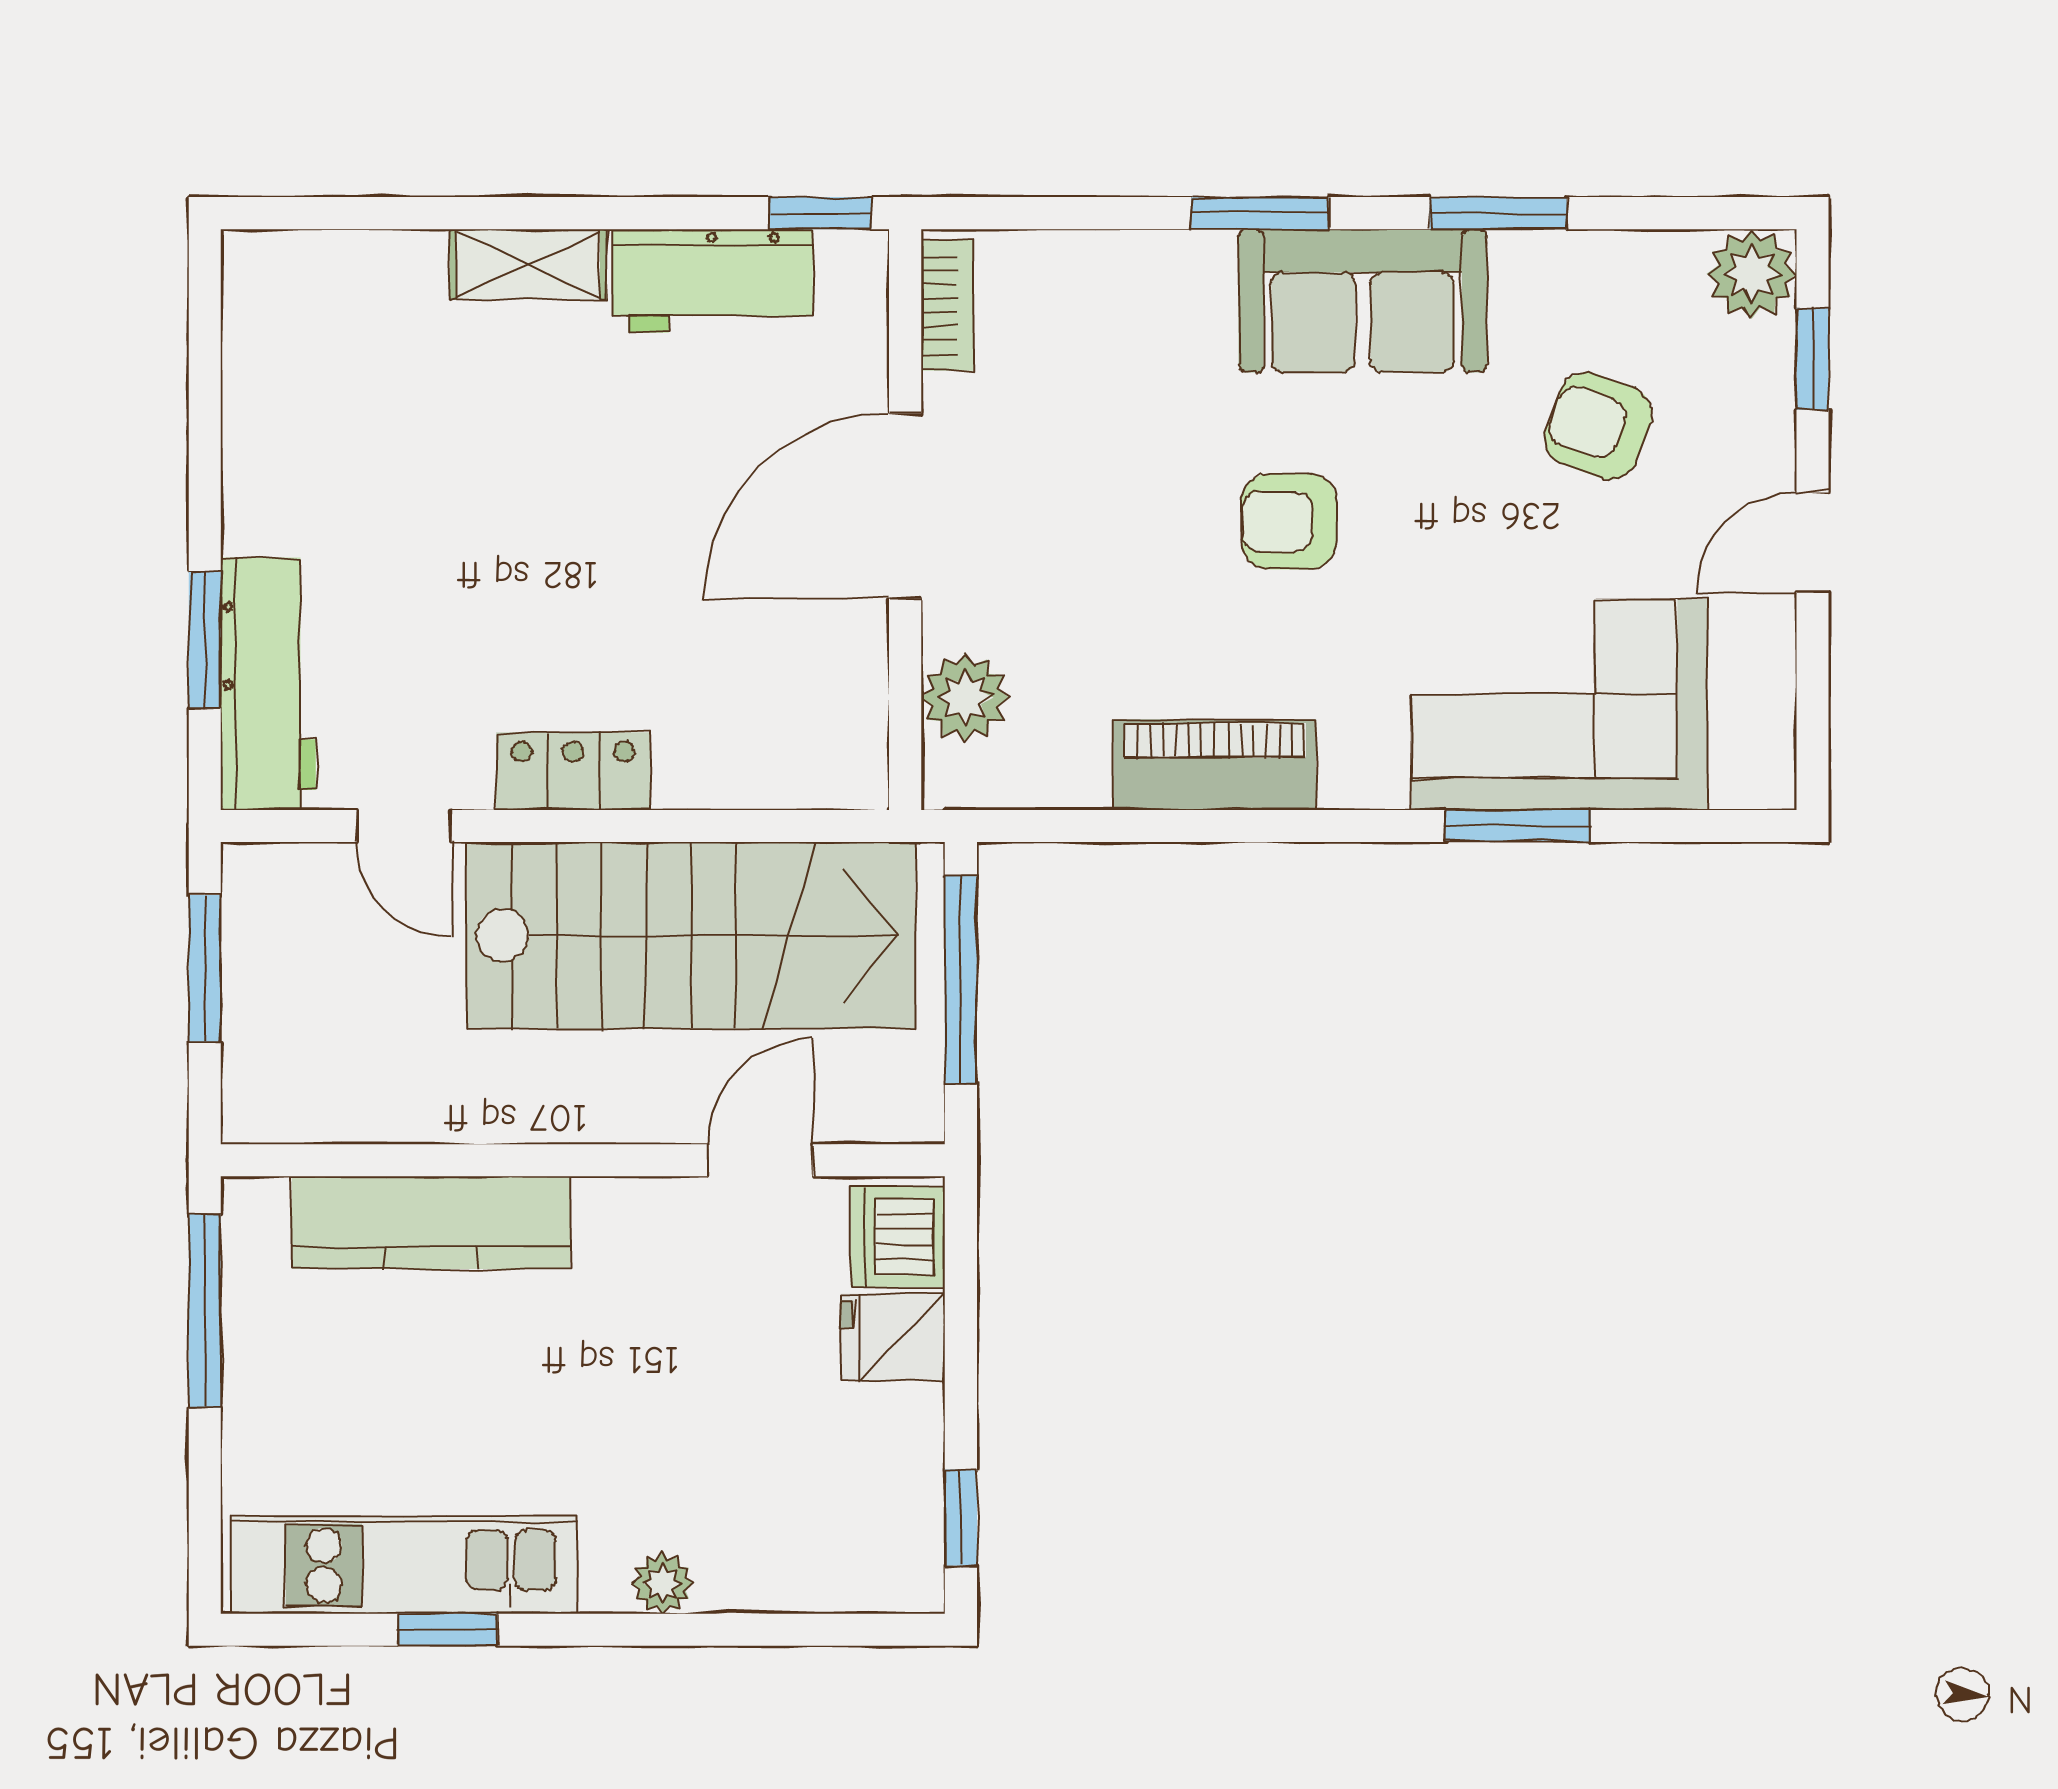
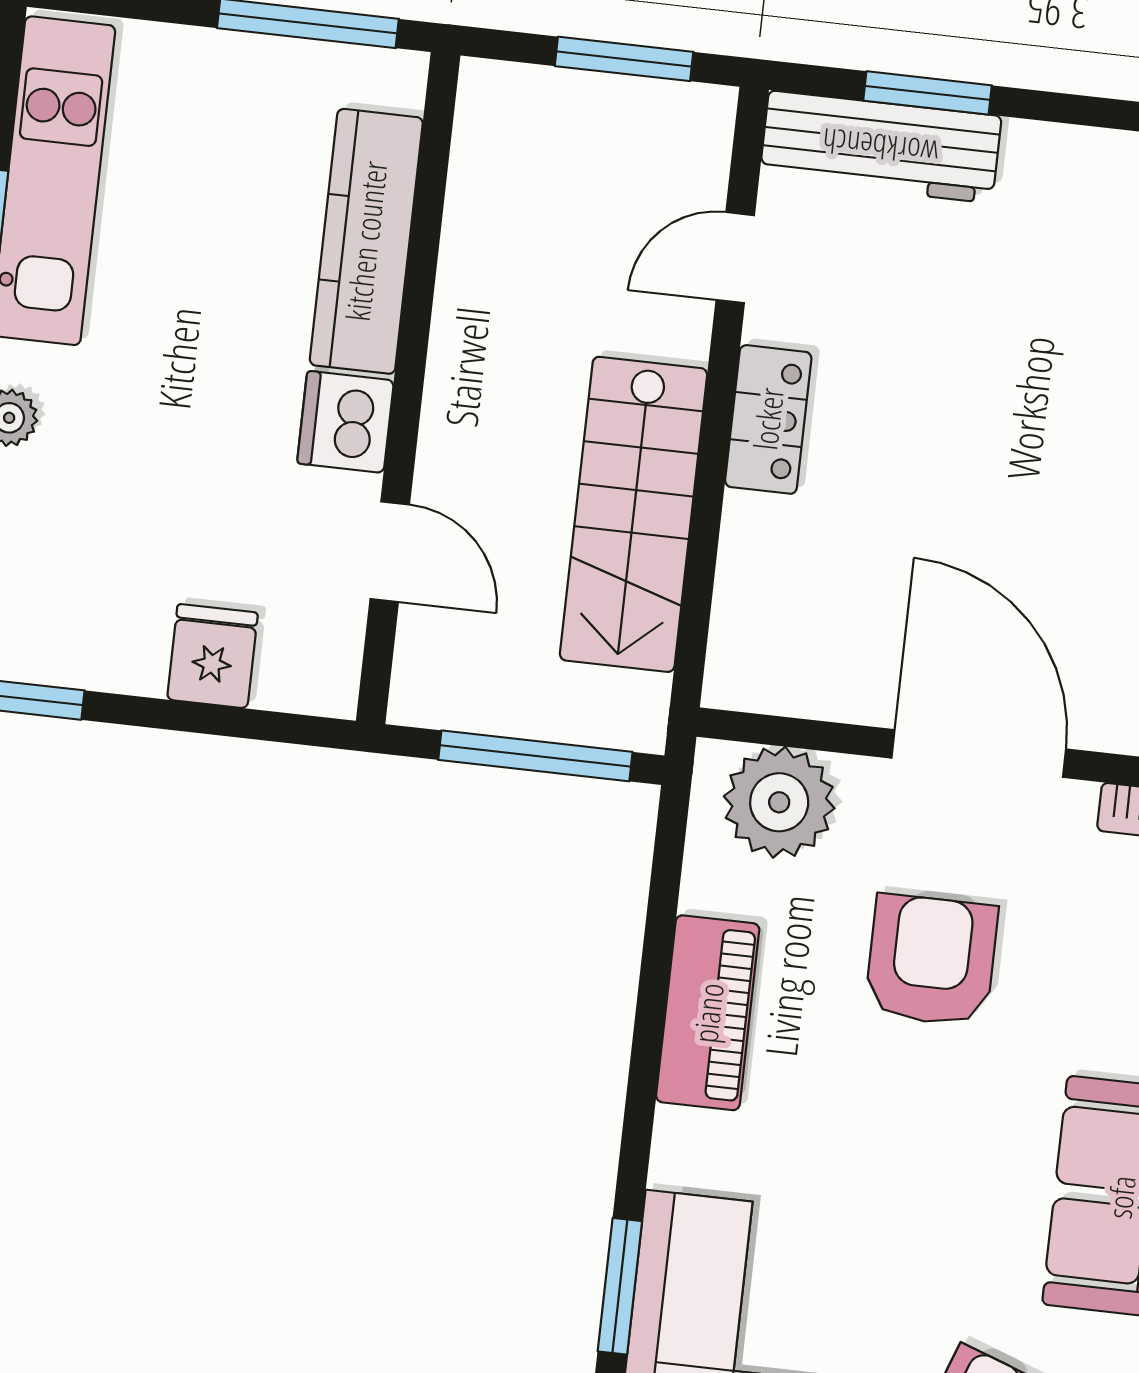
armchair: (1289, 522) -> (931, 960), moved, width x1.38, depth x1.38
plant: (965, 698) -> (779, 802), width x1.36, depth x1.36
stairs: (691, 935) -> (634, 514), width x0.73, depth x0.66
dishwasher: (898, 1237) -> (345, 422), moved, turned -90

